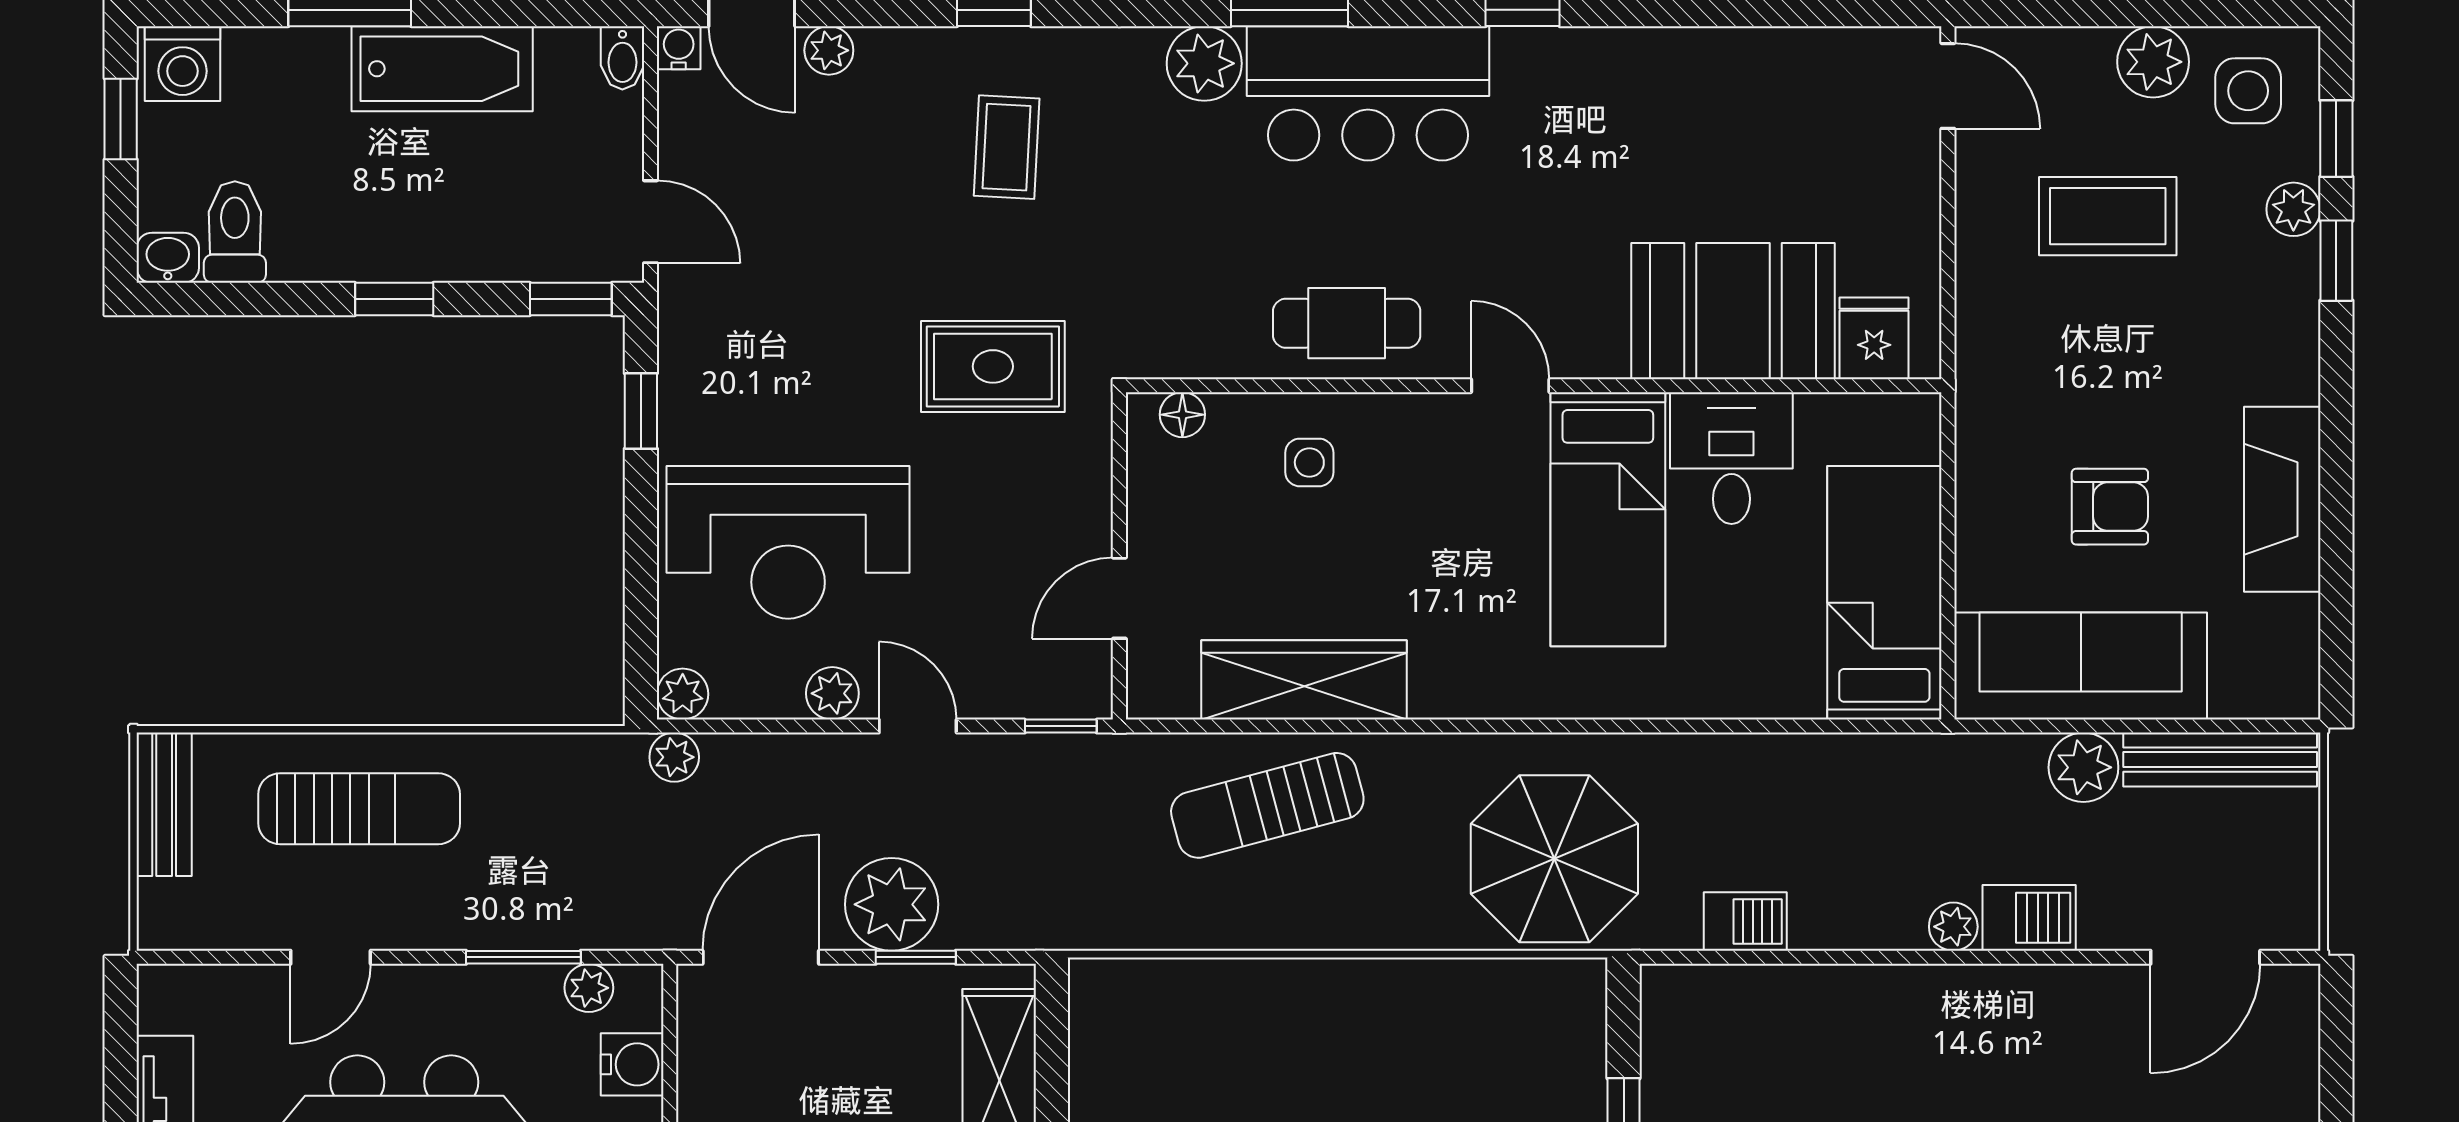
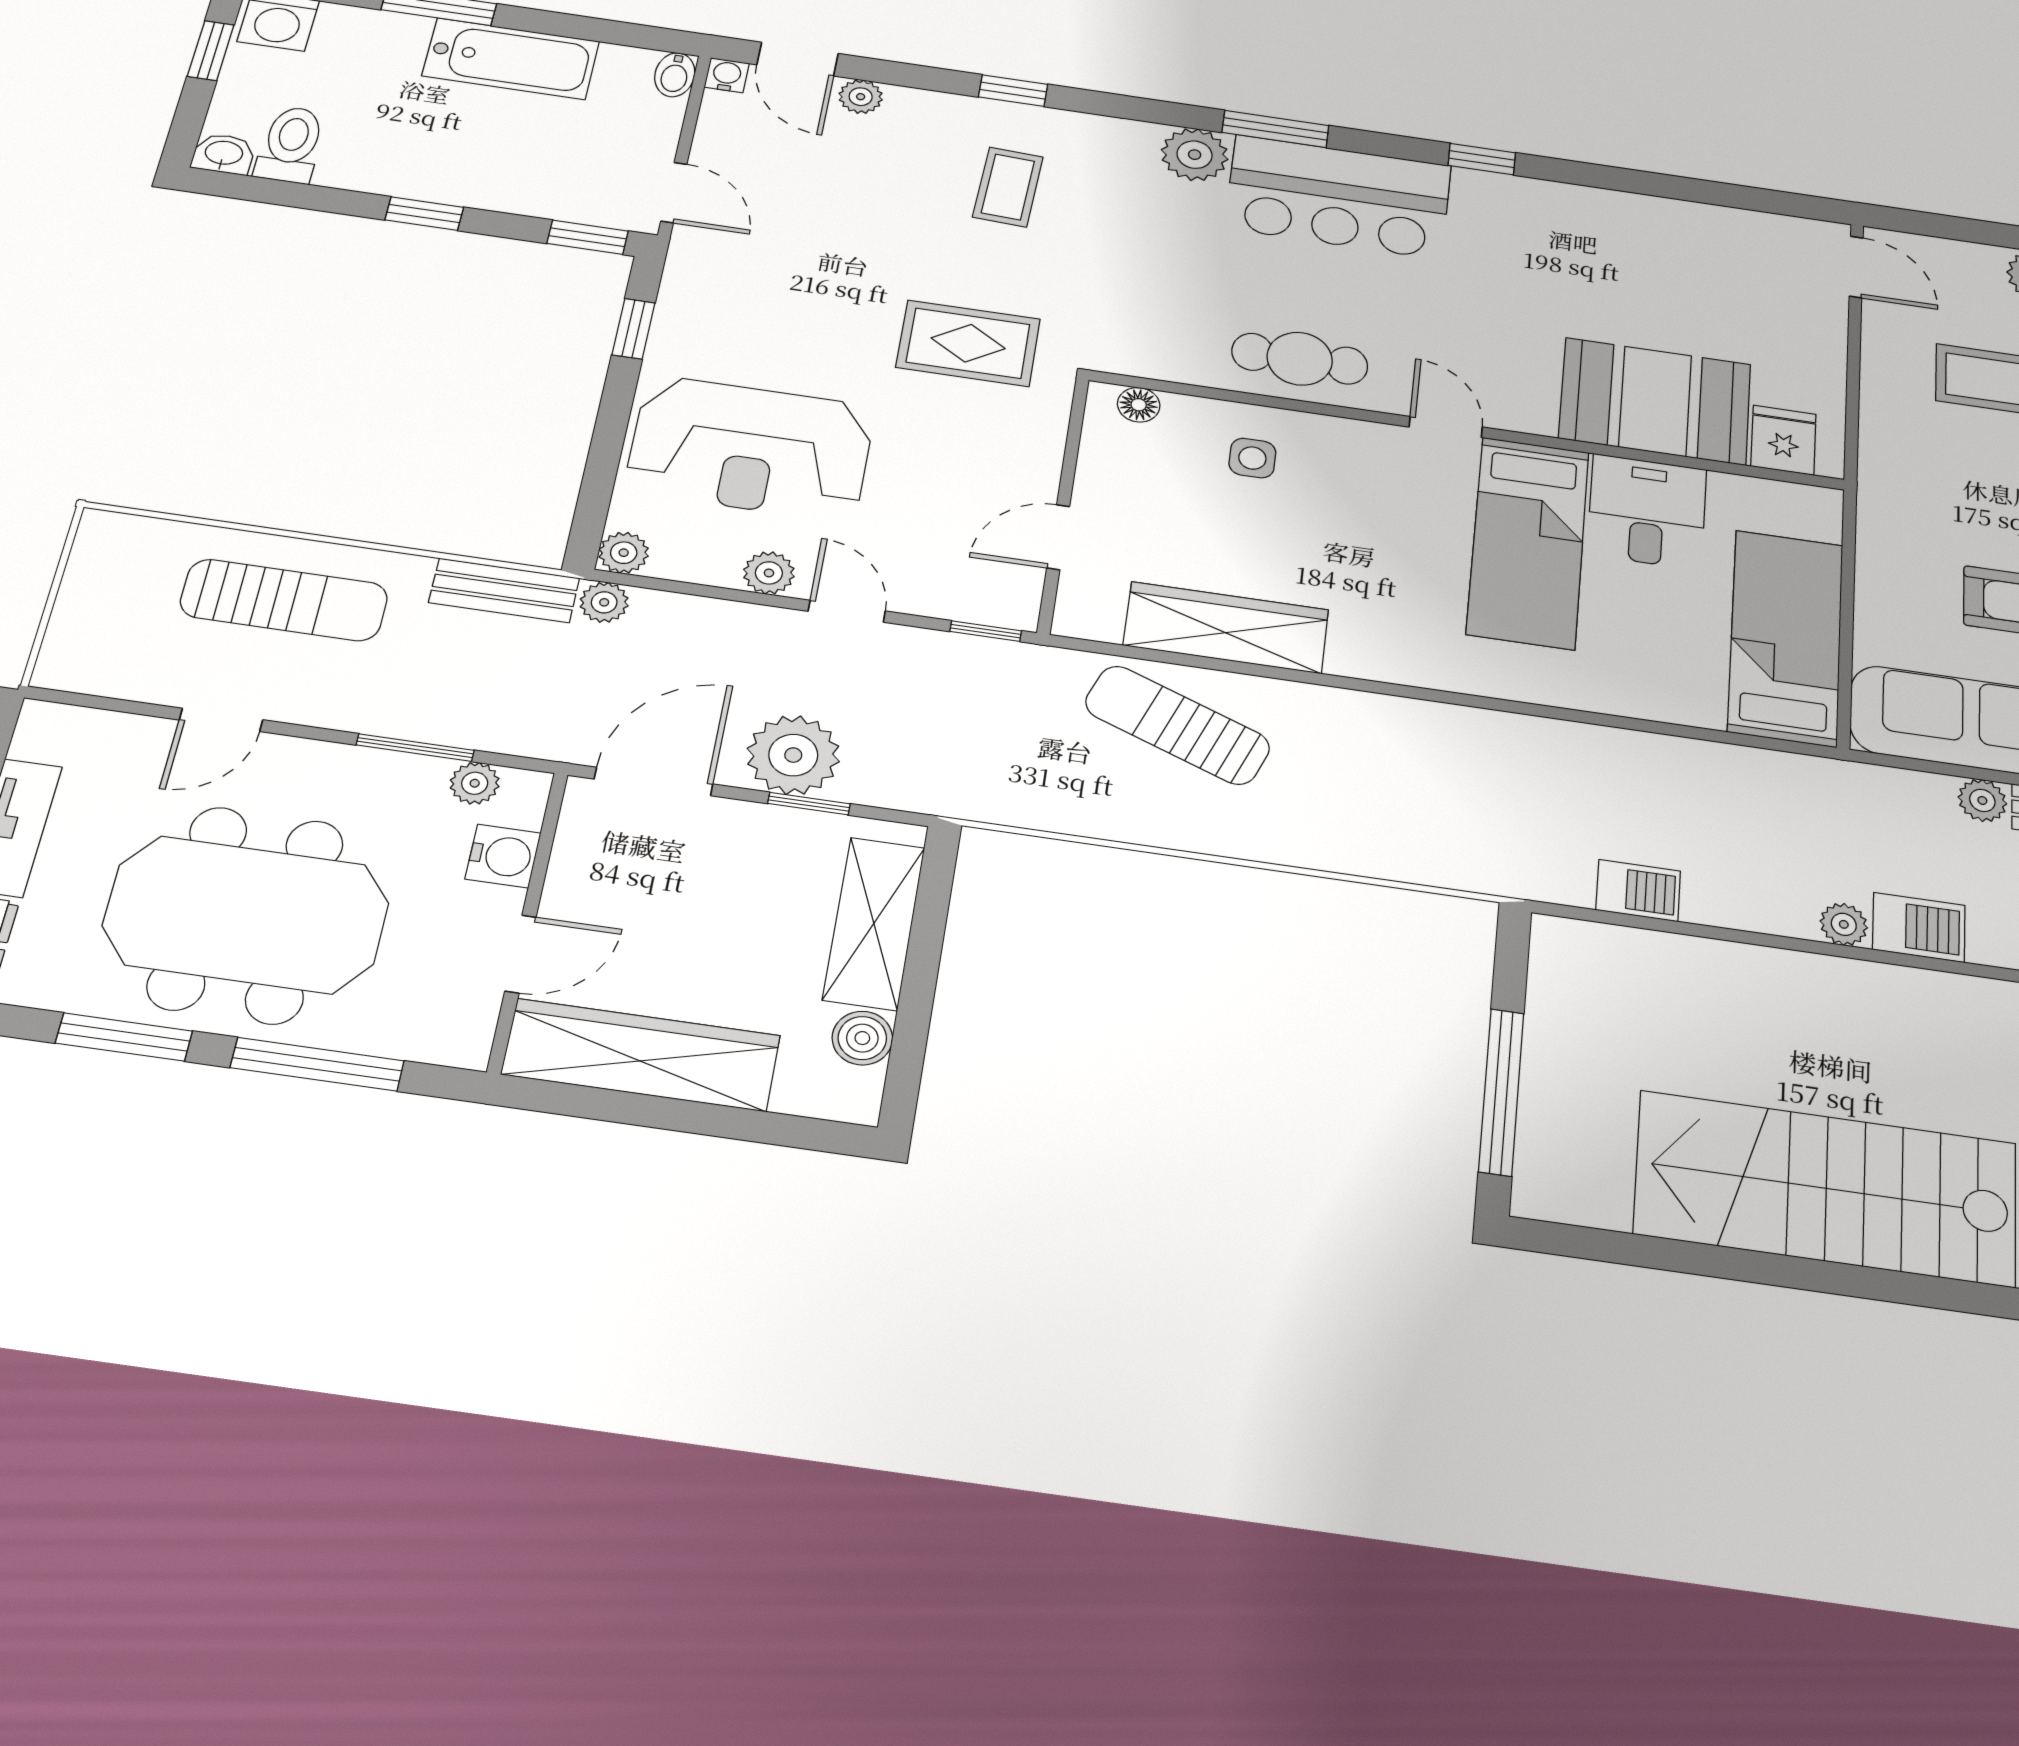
plant: (2083, 767) -> (1982, 800), width x0.73, depth x0.73
bench: (164, 804) -> (504, 590), moved, turned 90
sun lounger: (1267, 805) -> (1177, 725), turned 36
parasol: (1554, 859) -> (1454, 810), removed

